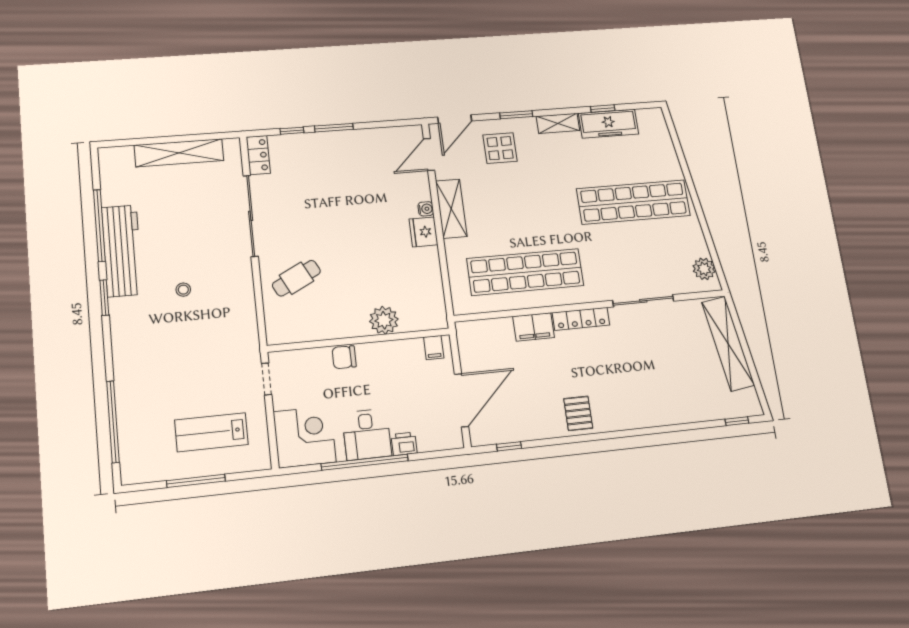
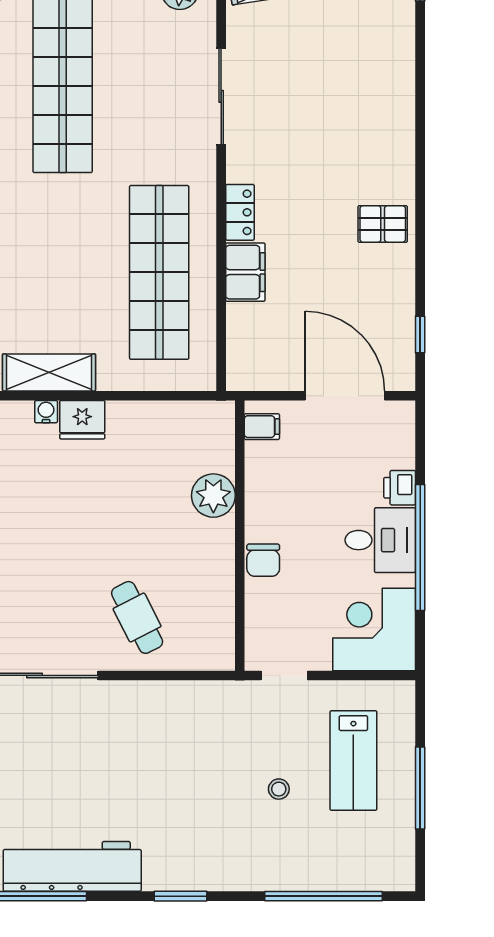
stool: (183, 290) -> (279, 789), moved
window: (104, 298) -> (180, 896), moved
locker: (581, 319) -> (240, 212), width x0.66

